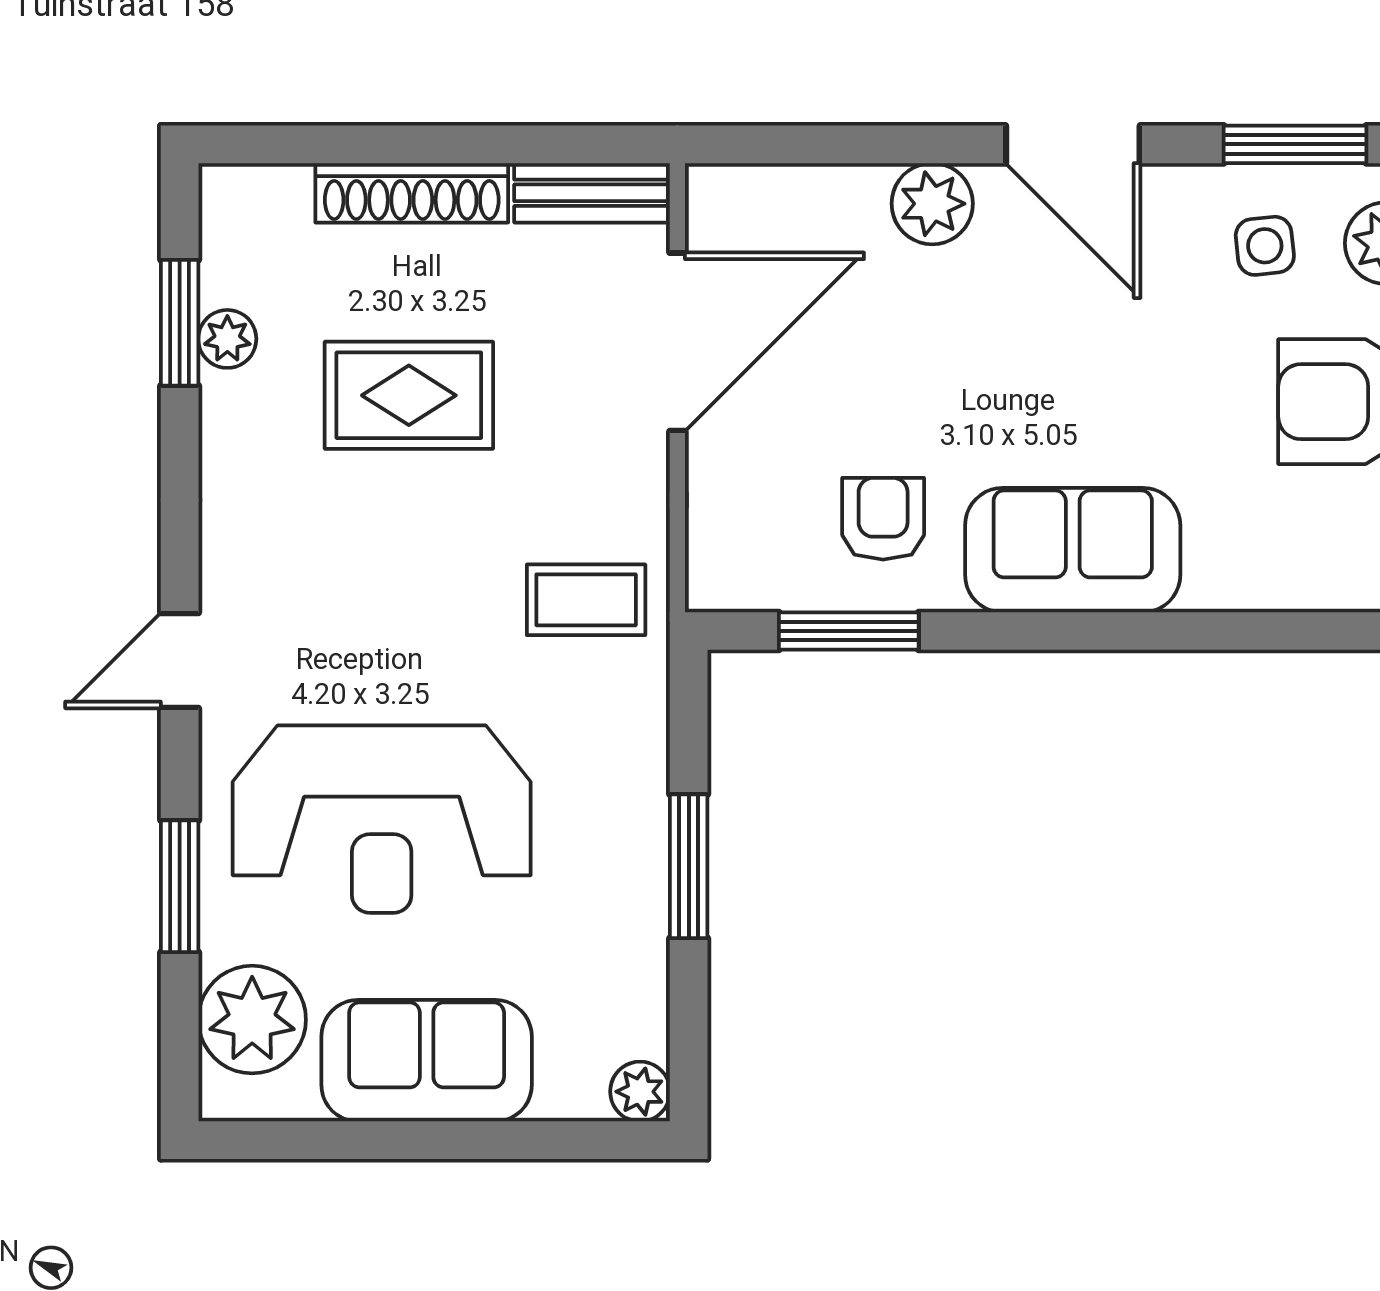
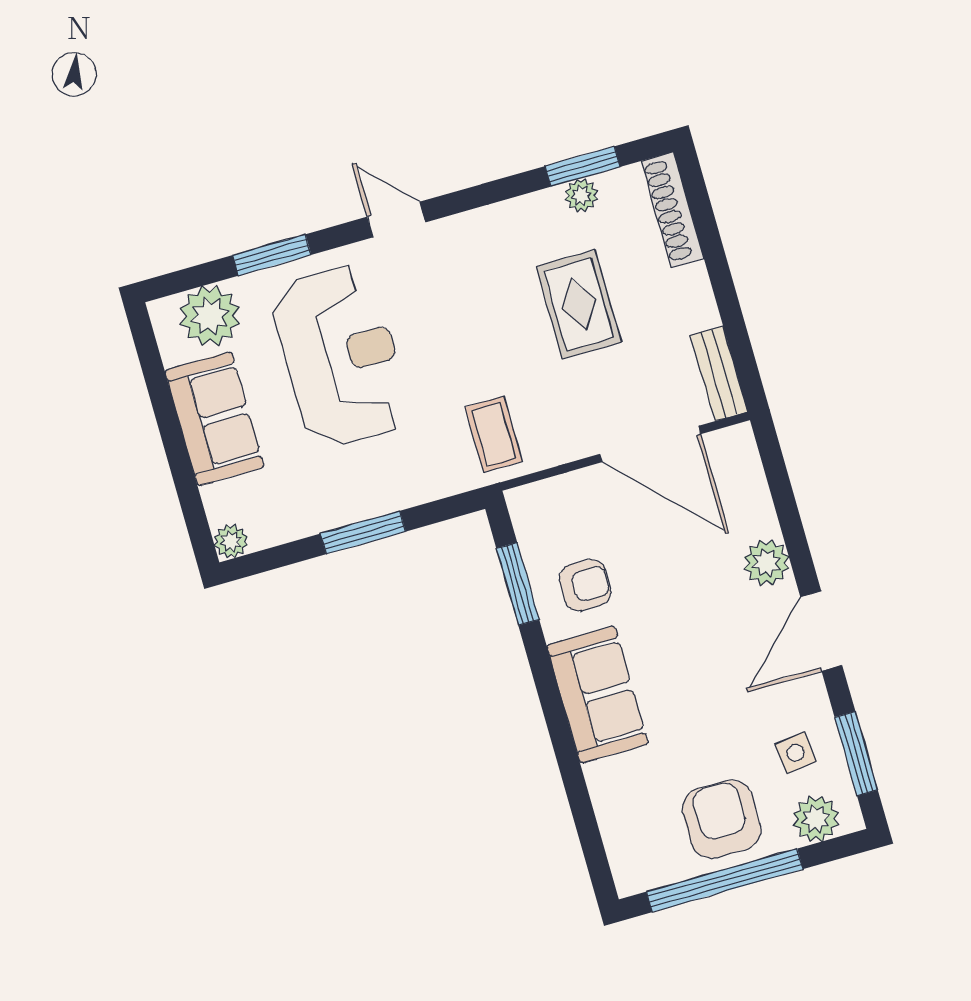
shoe rack: (412, 193) -> (672, 210), moved
reception desk: (382, 819) -> (341, 356), turned 180

